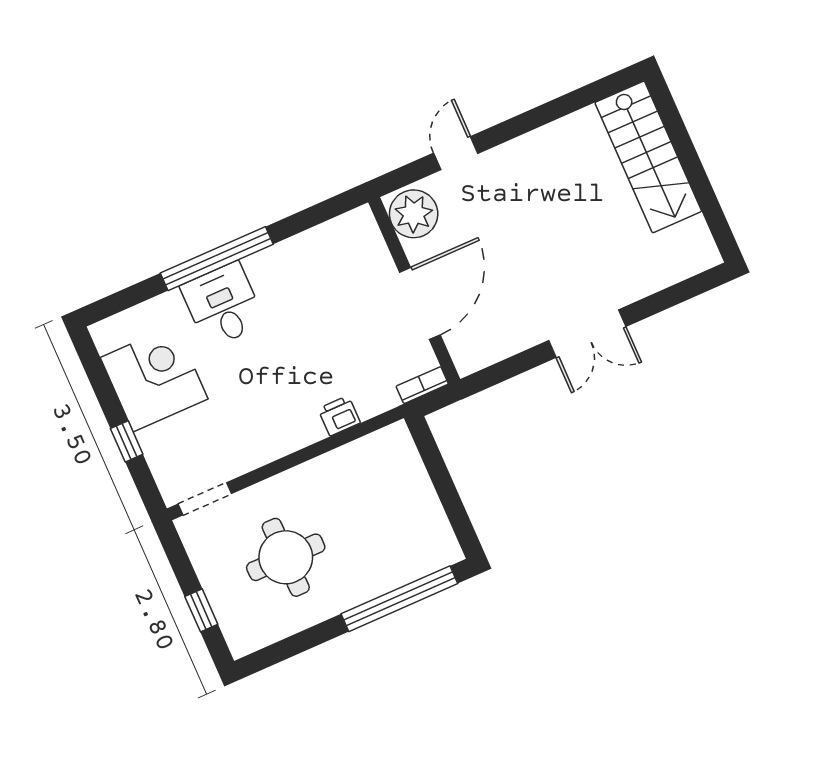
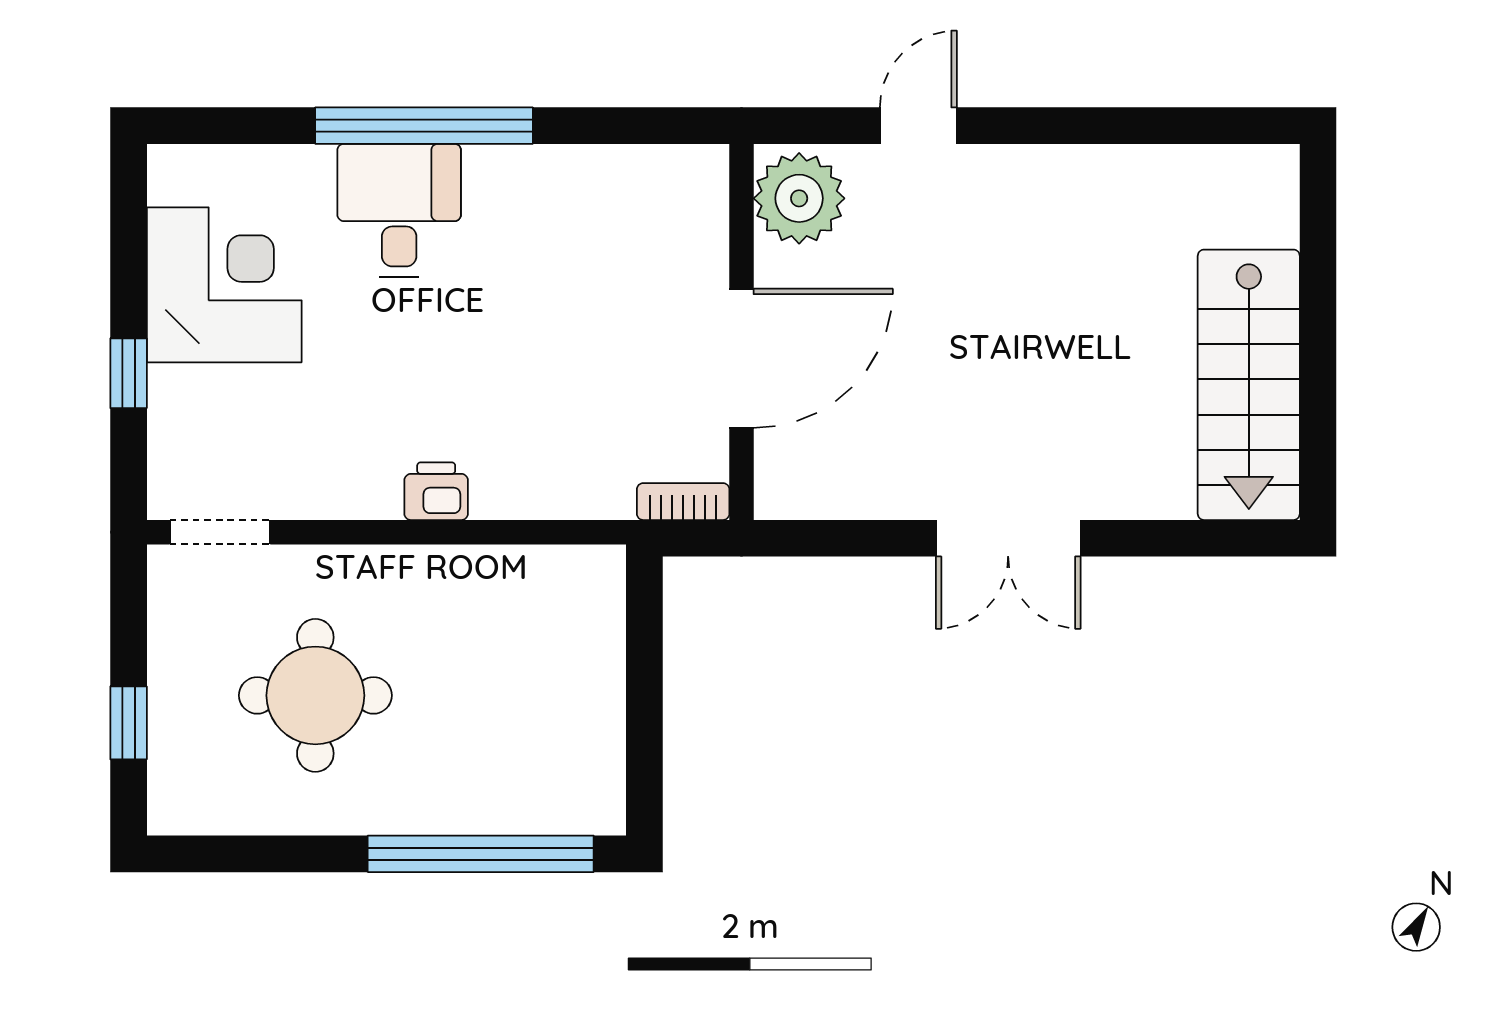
stairs: (648, 157) -> (1249, 385), moved
printer: (339, 416) -> (436, 491), moved

